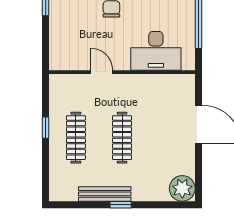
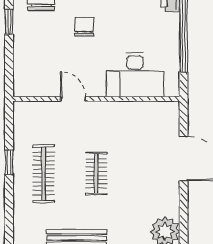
clothes rail: (122, 138) -> (96, 174), width x0.73

